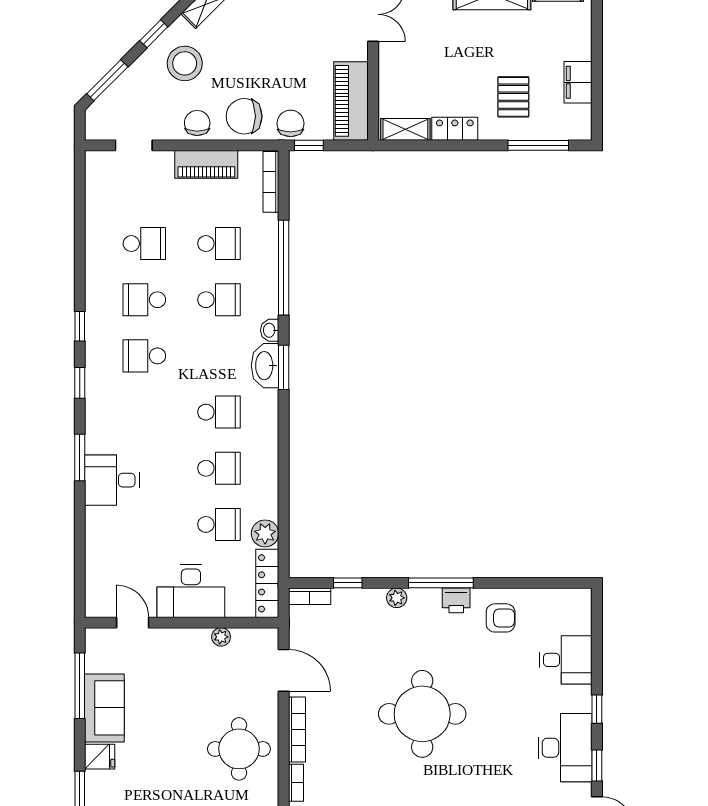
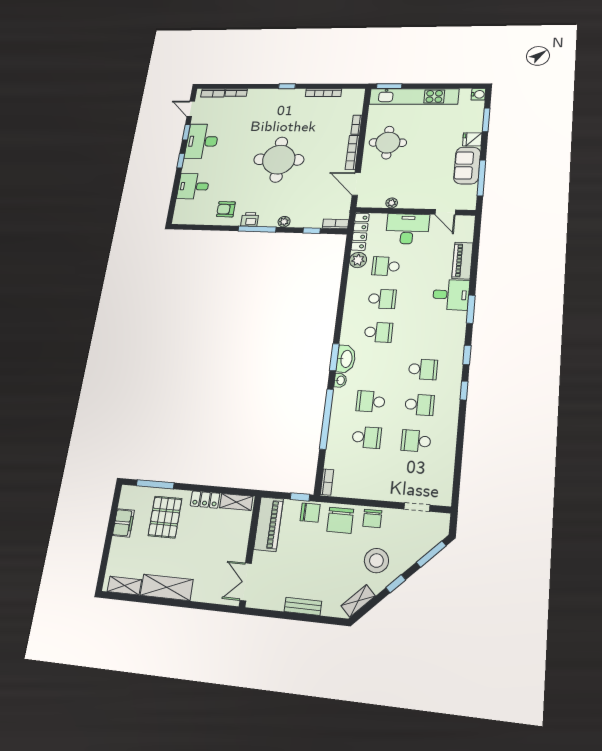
pallet: (513, 97) -> (165, 517), width x1.50, depth x1.42
chair: (244, 116) -> (340, 520), turned 90
chair: (291, 123) -> (310, 513), turned -90
piano: (206, 164) -> (462, 261), moved, turned -90
bookcase: (271, 182) -> (327, 482), width x0.64
school desk: (219, 244) -> (367, 437), turned 180
school desk: (219, 412) -> (378, 332), turned 180
school desk: (219, 468) -> (382, 299), turned 180

